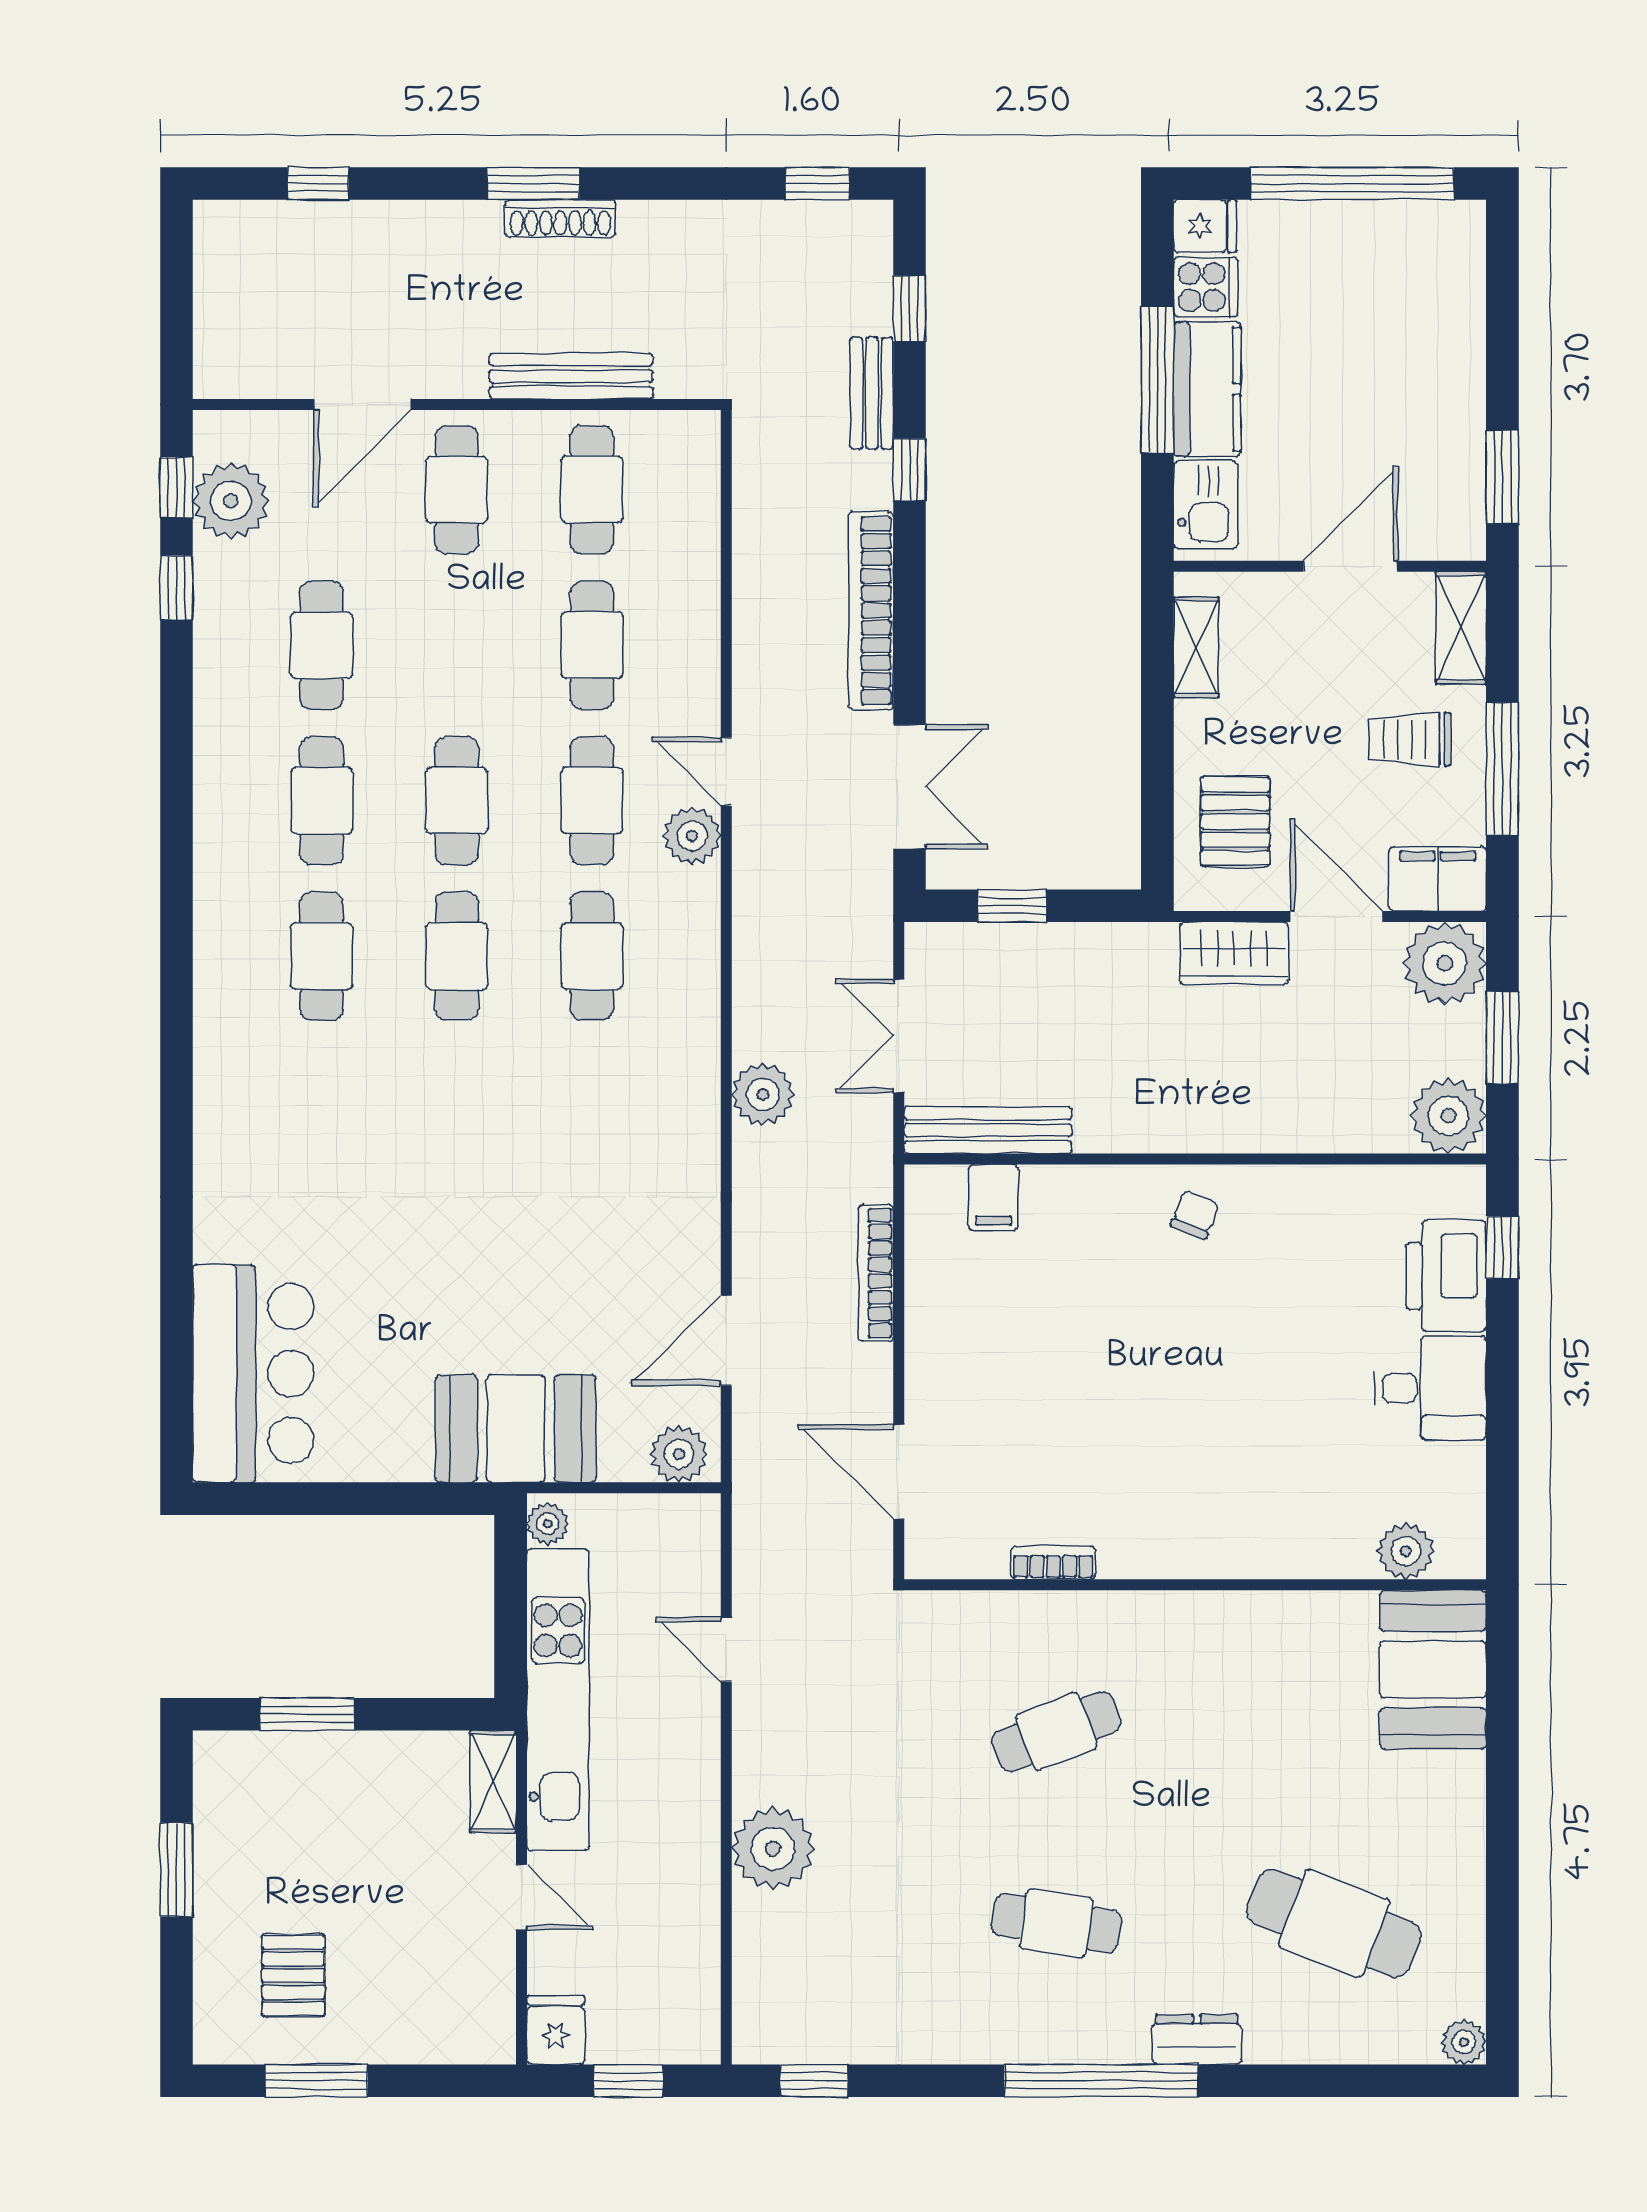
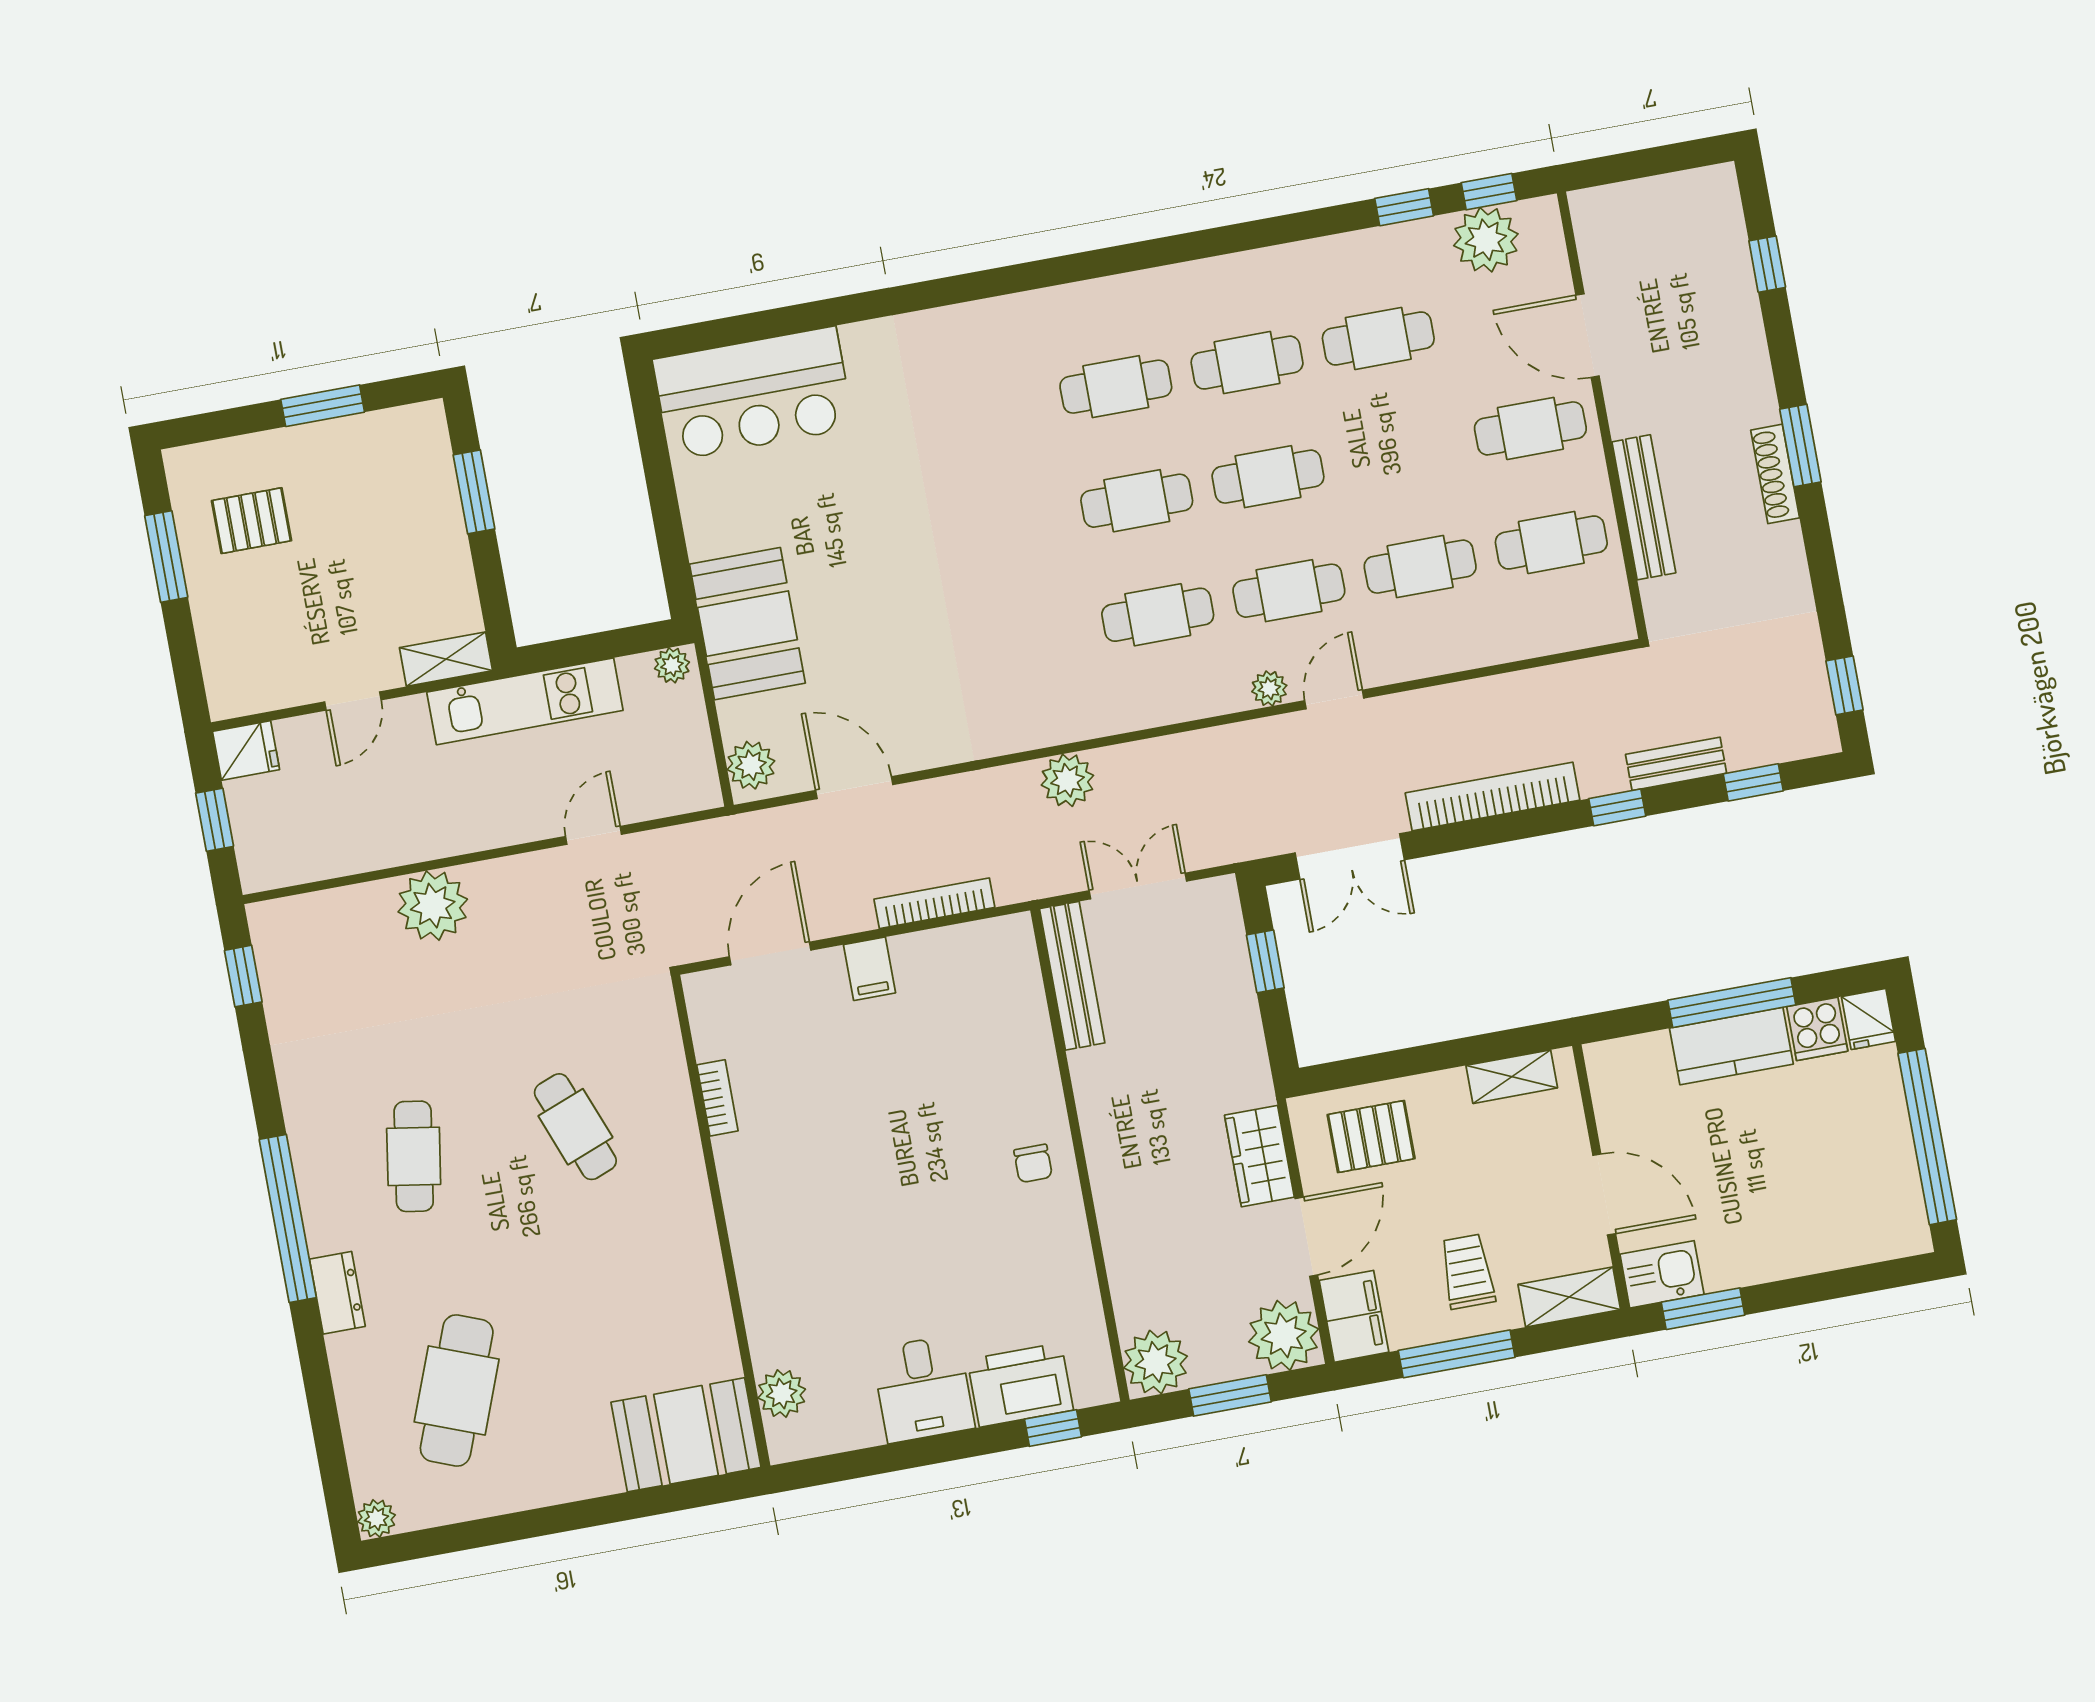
kitchen sink: (1206, 505) -> (1662, 1274), moved, turned 180
plant: (692, 836) -> (1269, 688), width x0.73, depth x0.73
filing cabinet: (993, 1198) -> (870, 969), moved, turned -90
chair: (1195, 1215) -> (1033, 1163), turned 68
kitchen unit: (558, 1700) -> (525, 701), width x0.73

